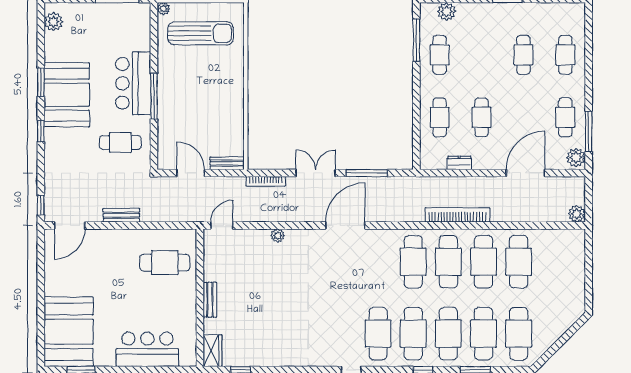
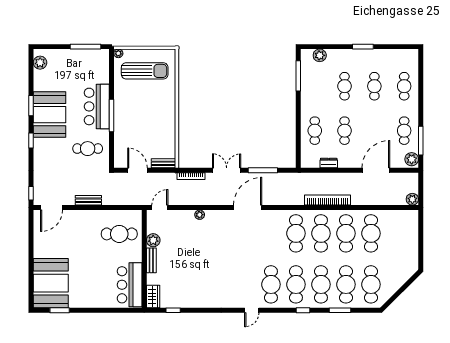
cafe table: (440, 55) -> (345, 86), moved
plant: (213, 271) -> (153, 240), added
bar counter: (147, 349) -> (130, 285), moved, turned -90

